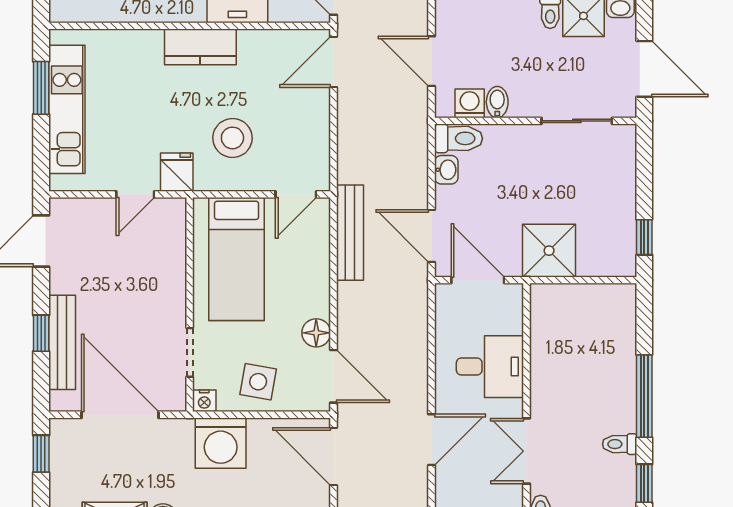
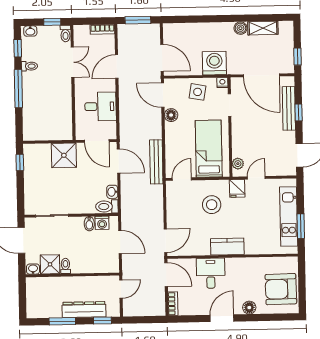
plant: (174, 225) -> (238, 164), added
desk: (490, 367) -> (100, 106), moved, turned 180

